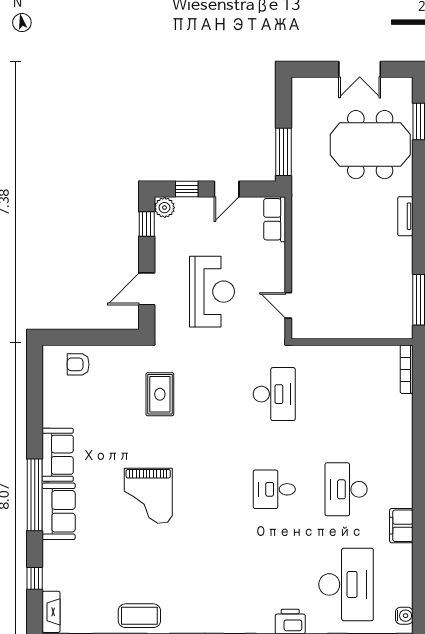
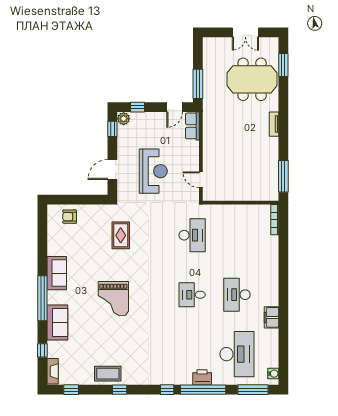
door: (227, 189) -> (175, 107), moved
sofa: (59, 511) -> (57, 323), moved

